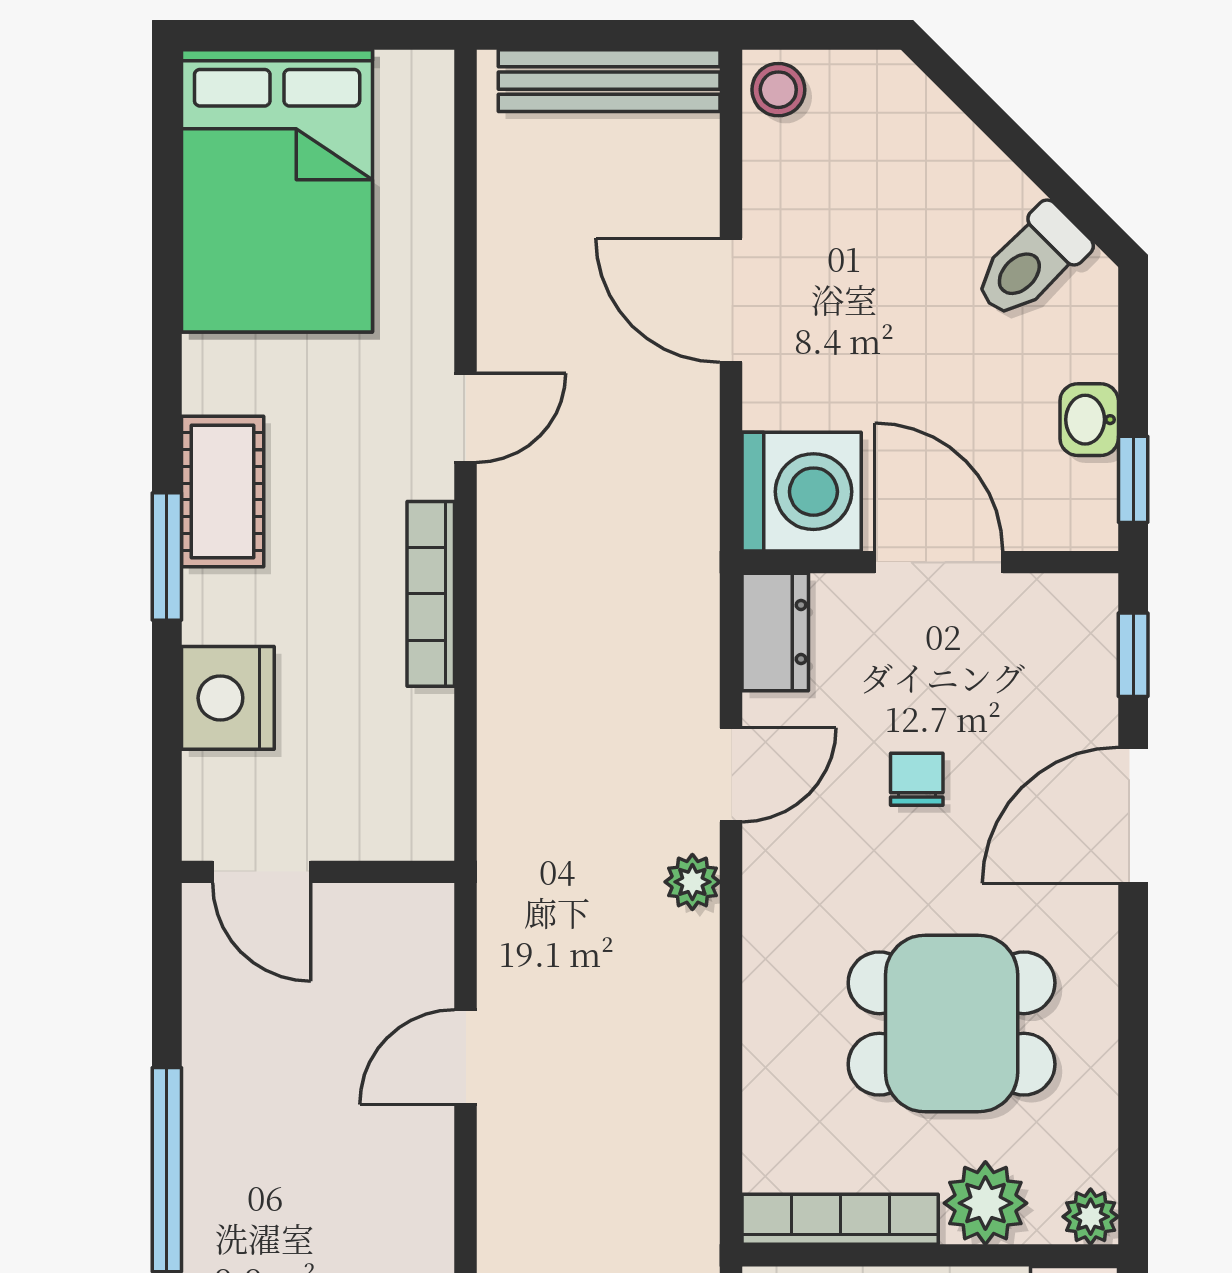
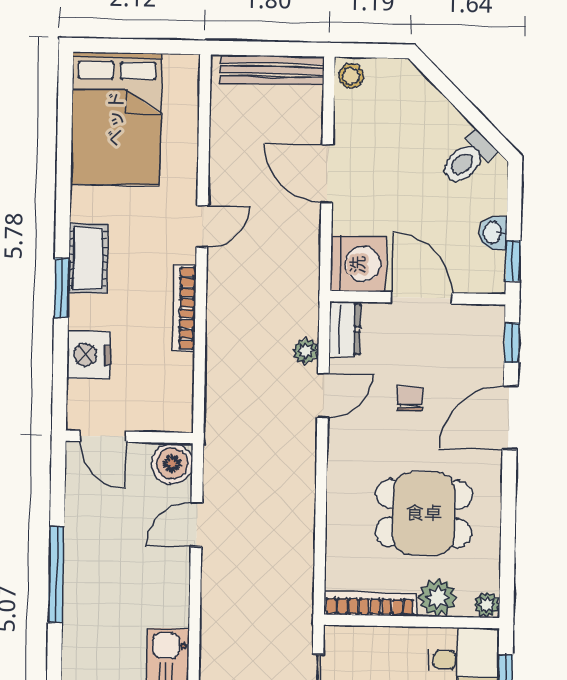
plant: (692, 882) -> (306, 351), moved
boiler: (411, 927) -> (172, 463), added

